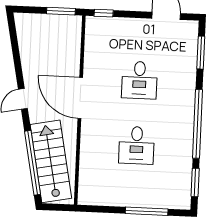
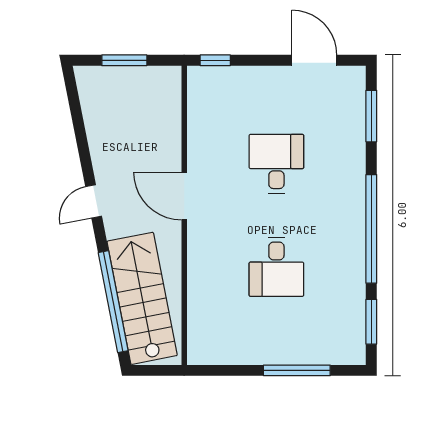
window: (61, 11) -> (124, 60), moved
desk: (139, 80) -> (276, 164), turned 180
door: (80, 98) -> (184, 196), width x0.73

